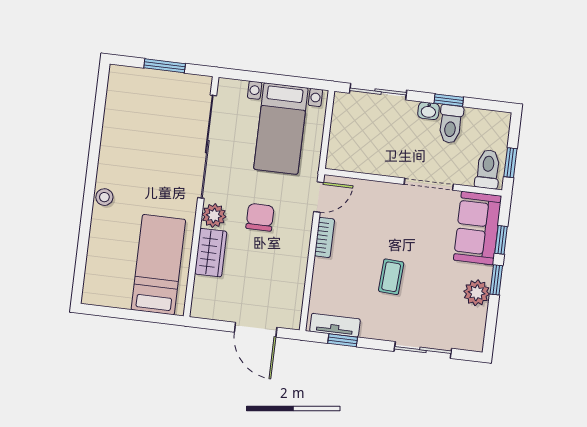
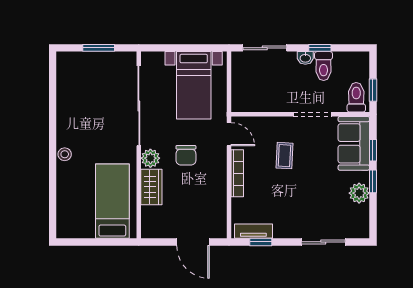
door: (319, 197) -> (229, 134), hinge flipped
chair: (260, 217) -> (186, 155), turned 180
bookcase: (324, 237) -> (237, 173), width x1.56
coffee table: (391, 277) -> (284, 156), moved

